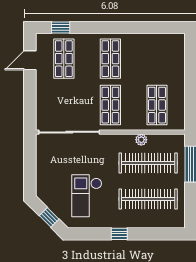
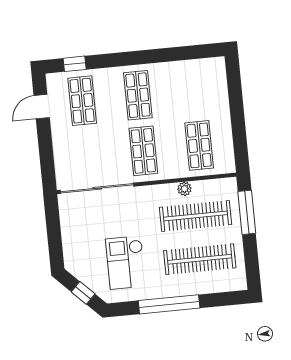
window: (119, 234) -> (169, 304), width x3.17

